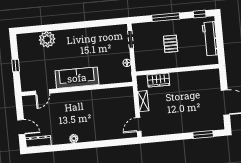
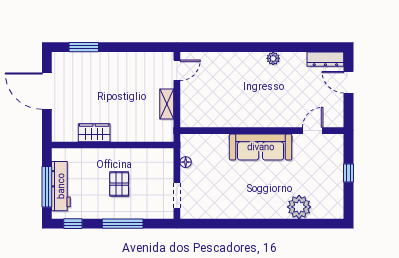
window: (219, 38) -> (47, 187), added
wardrobe: (158, 80) -> (94, 133), moved

